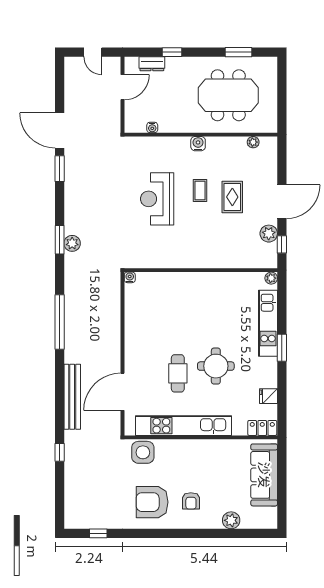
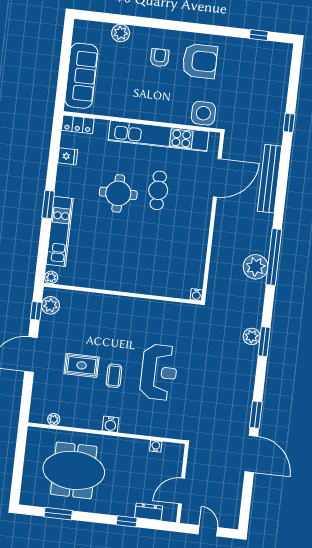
rug: (232, 197) -> (82, 365), turned 90
plant: (269, 234) -> (50, 305), moved
plant: (76, 311) -> (256, 267), added

